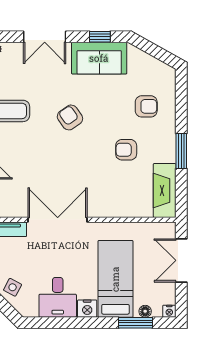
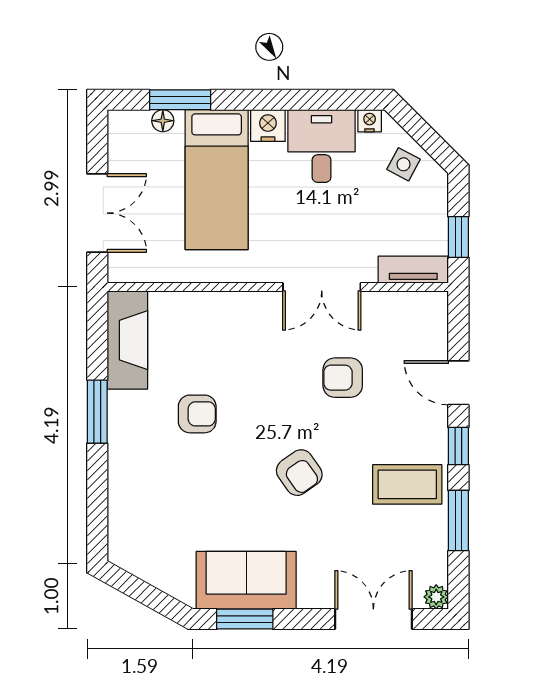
double door: (45, 37) -> (373, 619), moved
window: (100, 37) -> (245, 619), width x1.50
armchair: (146, 106) -> (343, 378), moved
double door: (58, 220) -> (322, 287), width x0.73
nightstand: (169, 311) -> (370, 121), moved

